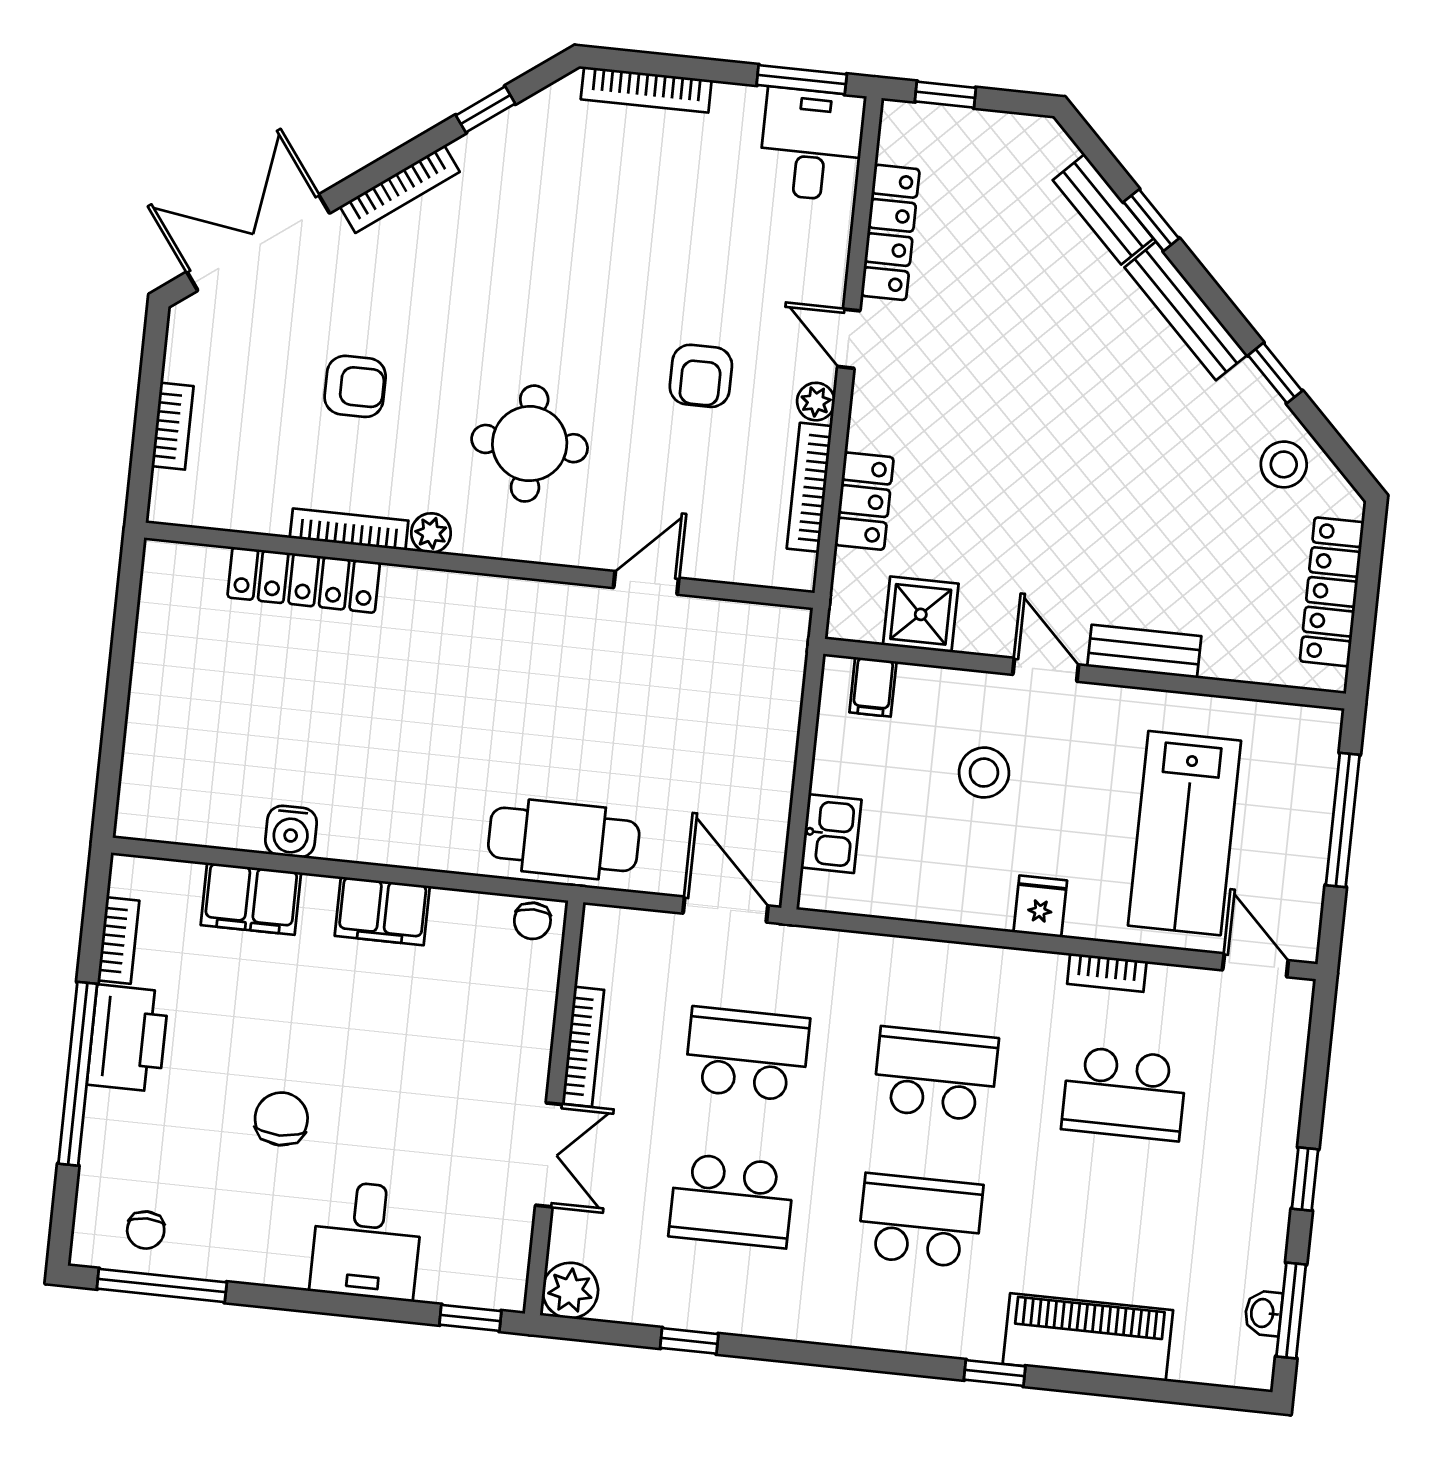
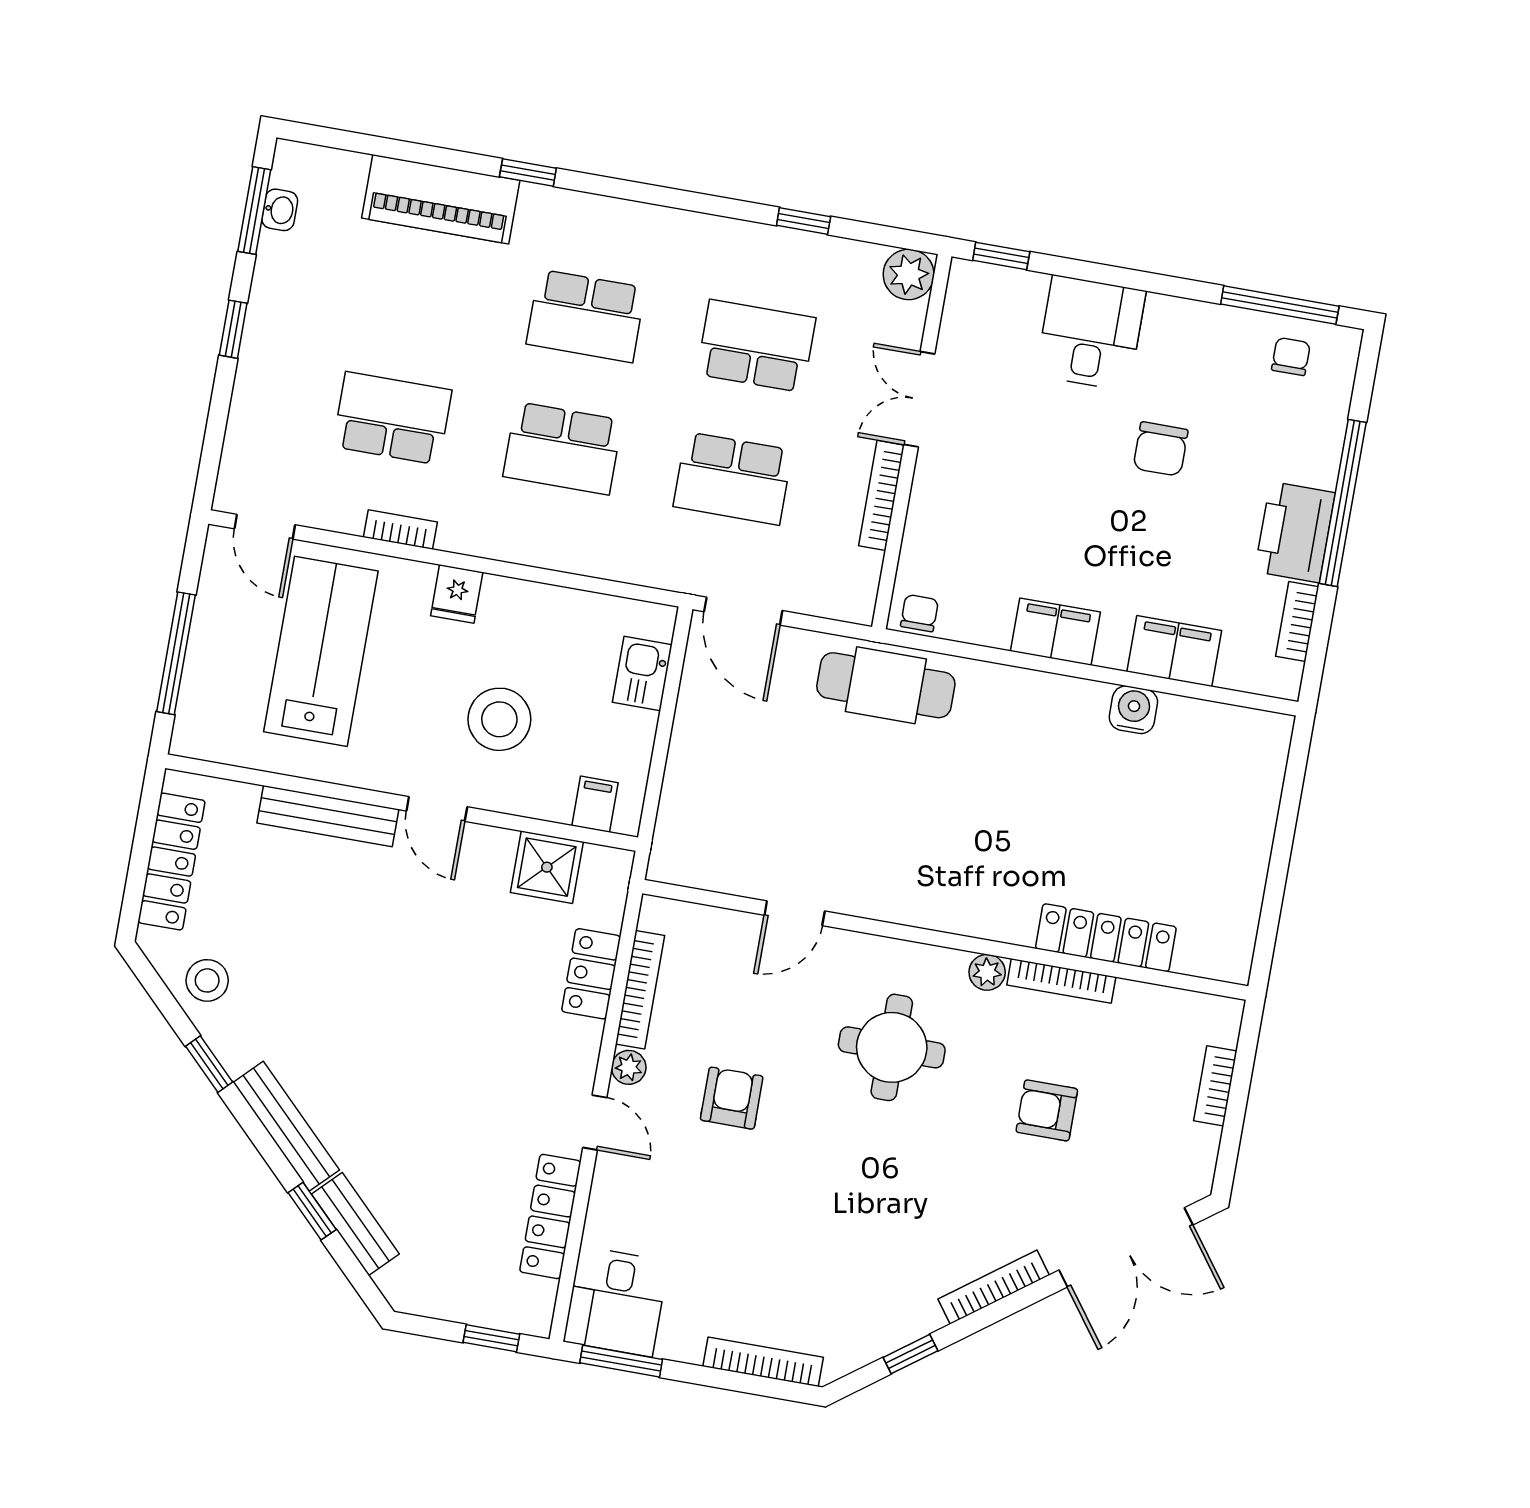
bench: (1144, 651) -> (328, 816), width x1.36
stool: (984, 773) -> (499, 719), width x1.38, depth x1.38

